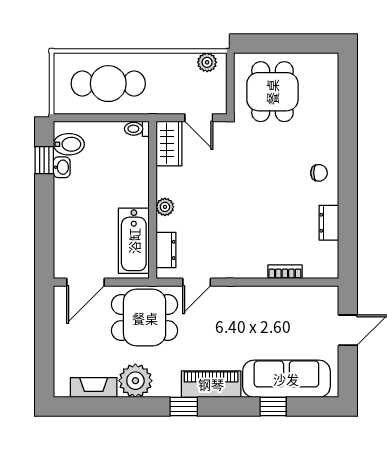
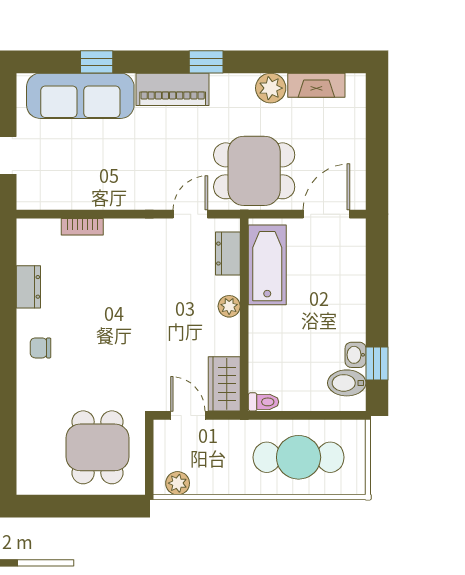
plant: (135, 381) -> (271, 88), width x0.73, depth x0.73

